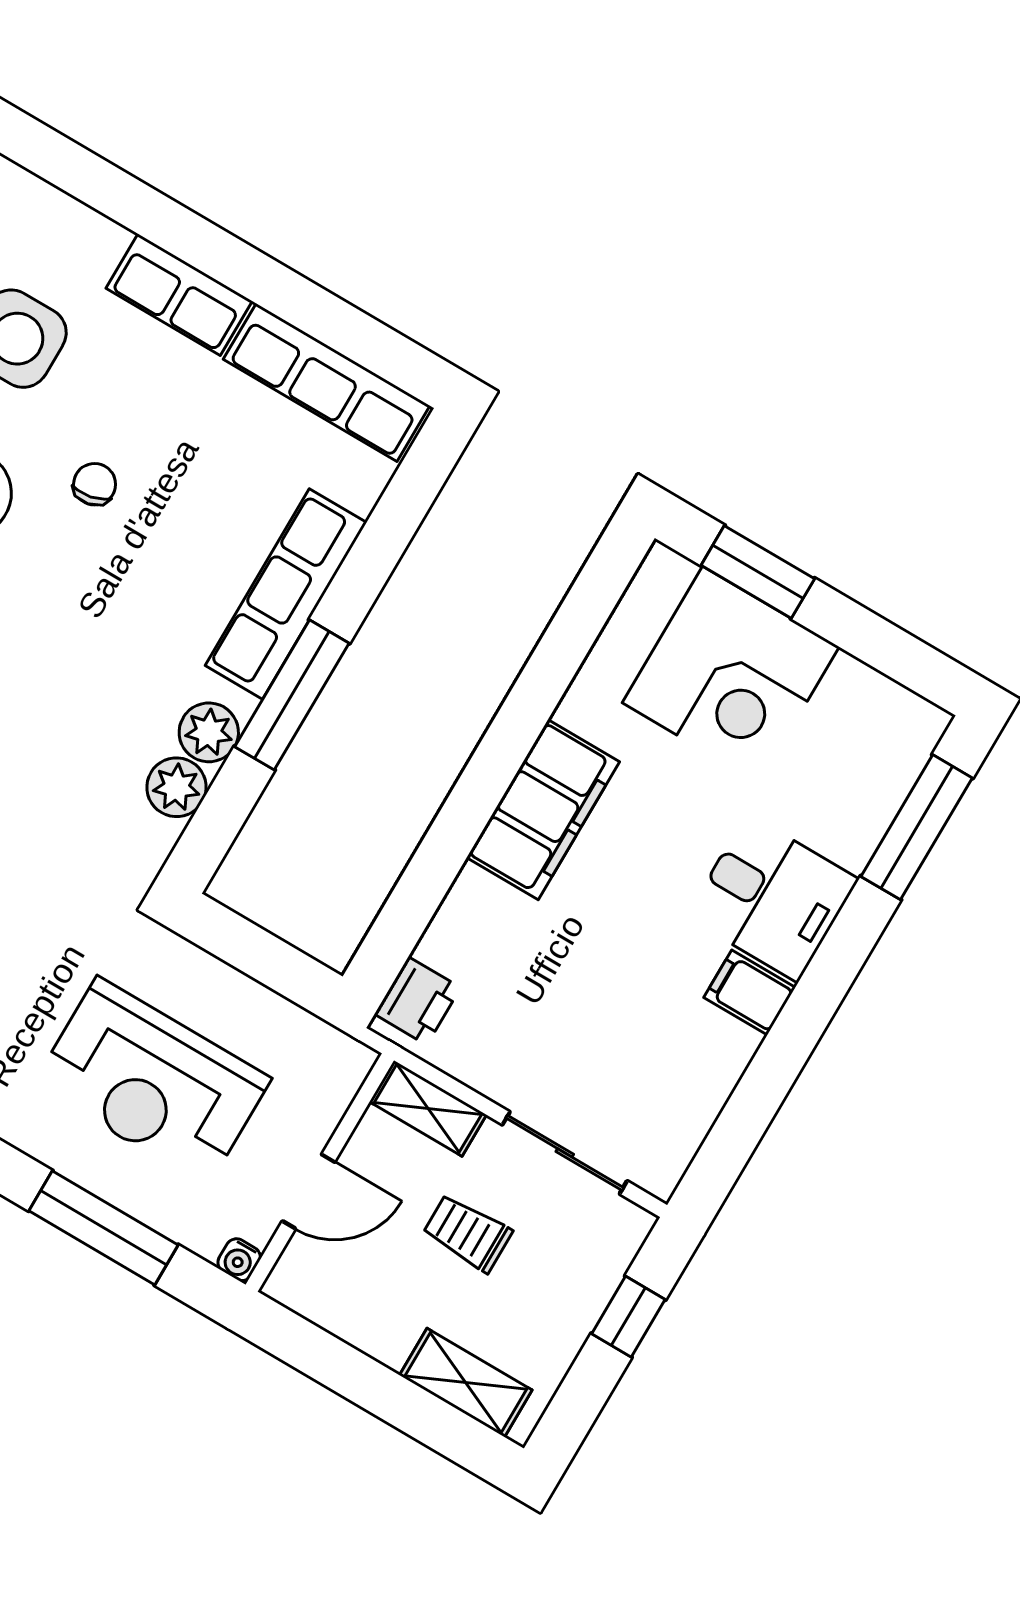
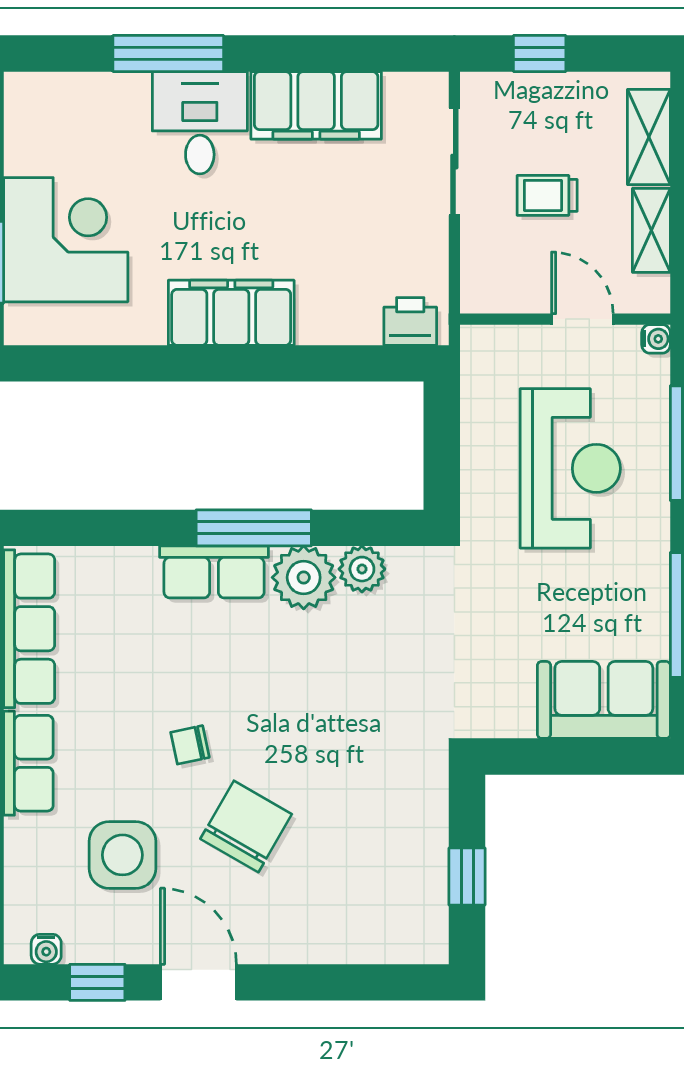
row of seats: (286, 594) -> (214, 572), width x0.68
plant: (209, 732) -> (304, 577), width x1.36, depth x1.36
window: (917, 827) -> (168, 53), moved
filing cabinet: (750, 993) -> (316, 105), width x3.00, depth x1.17
shelving: (428, 1108) -> (651, 230), moved
trolley: (467, 1233) -> (547, 195), turned 90

